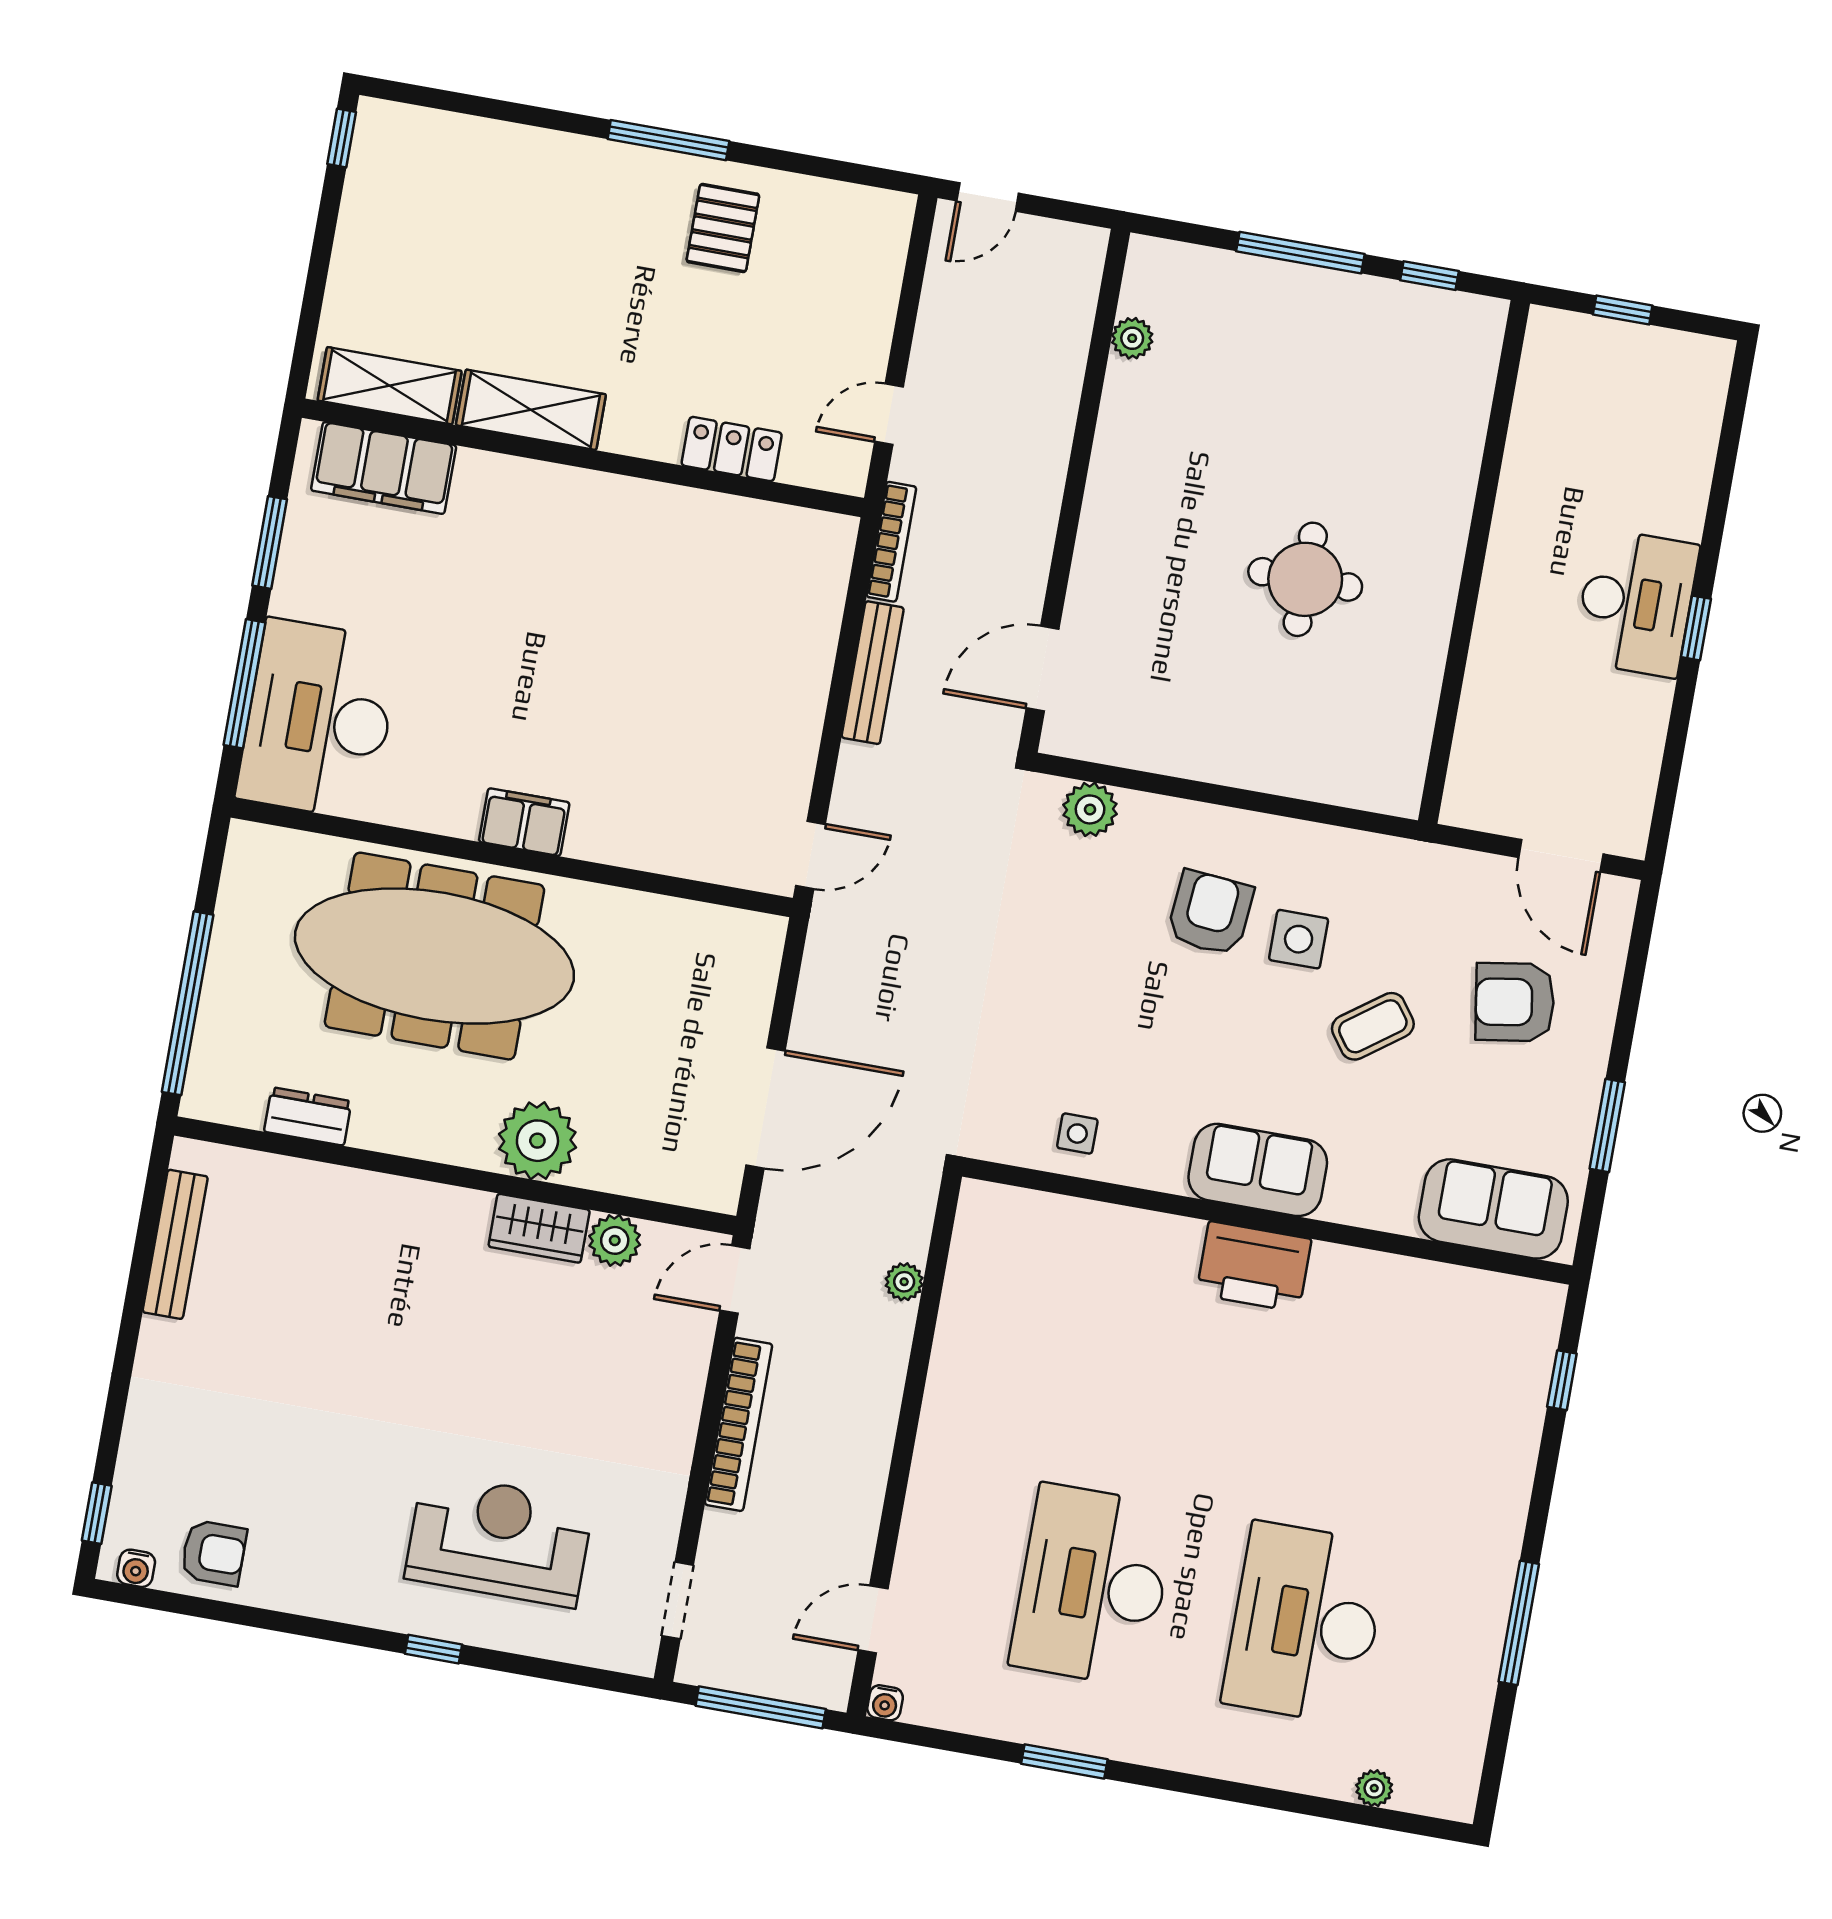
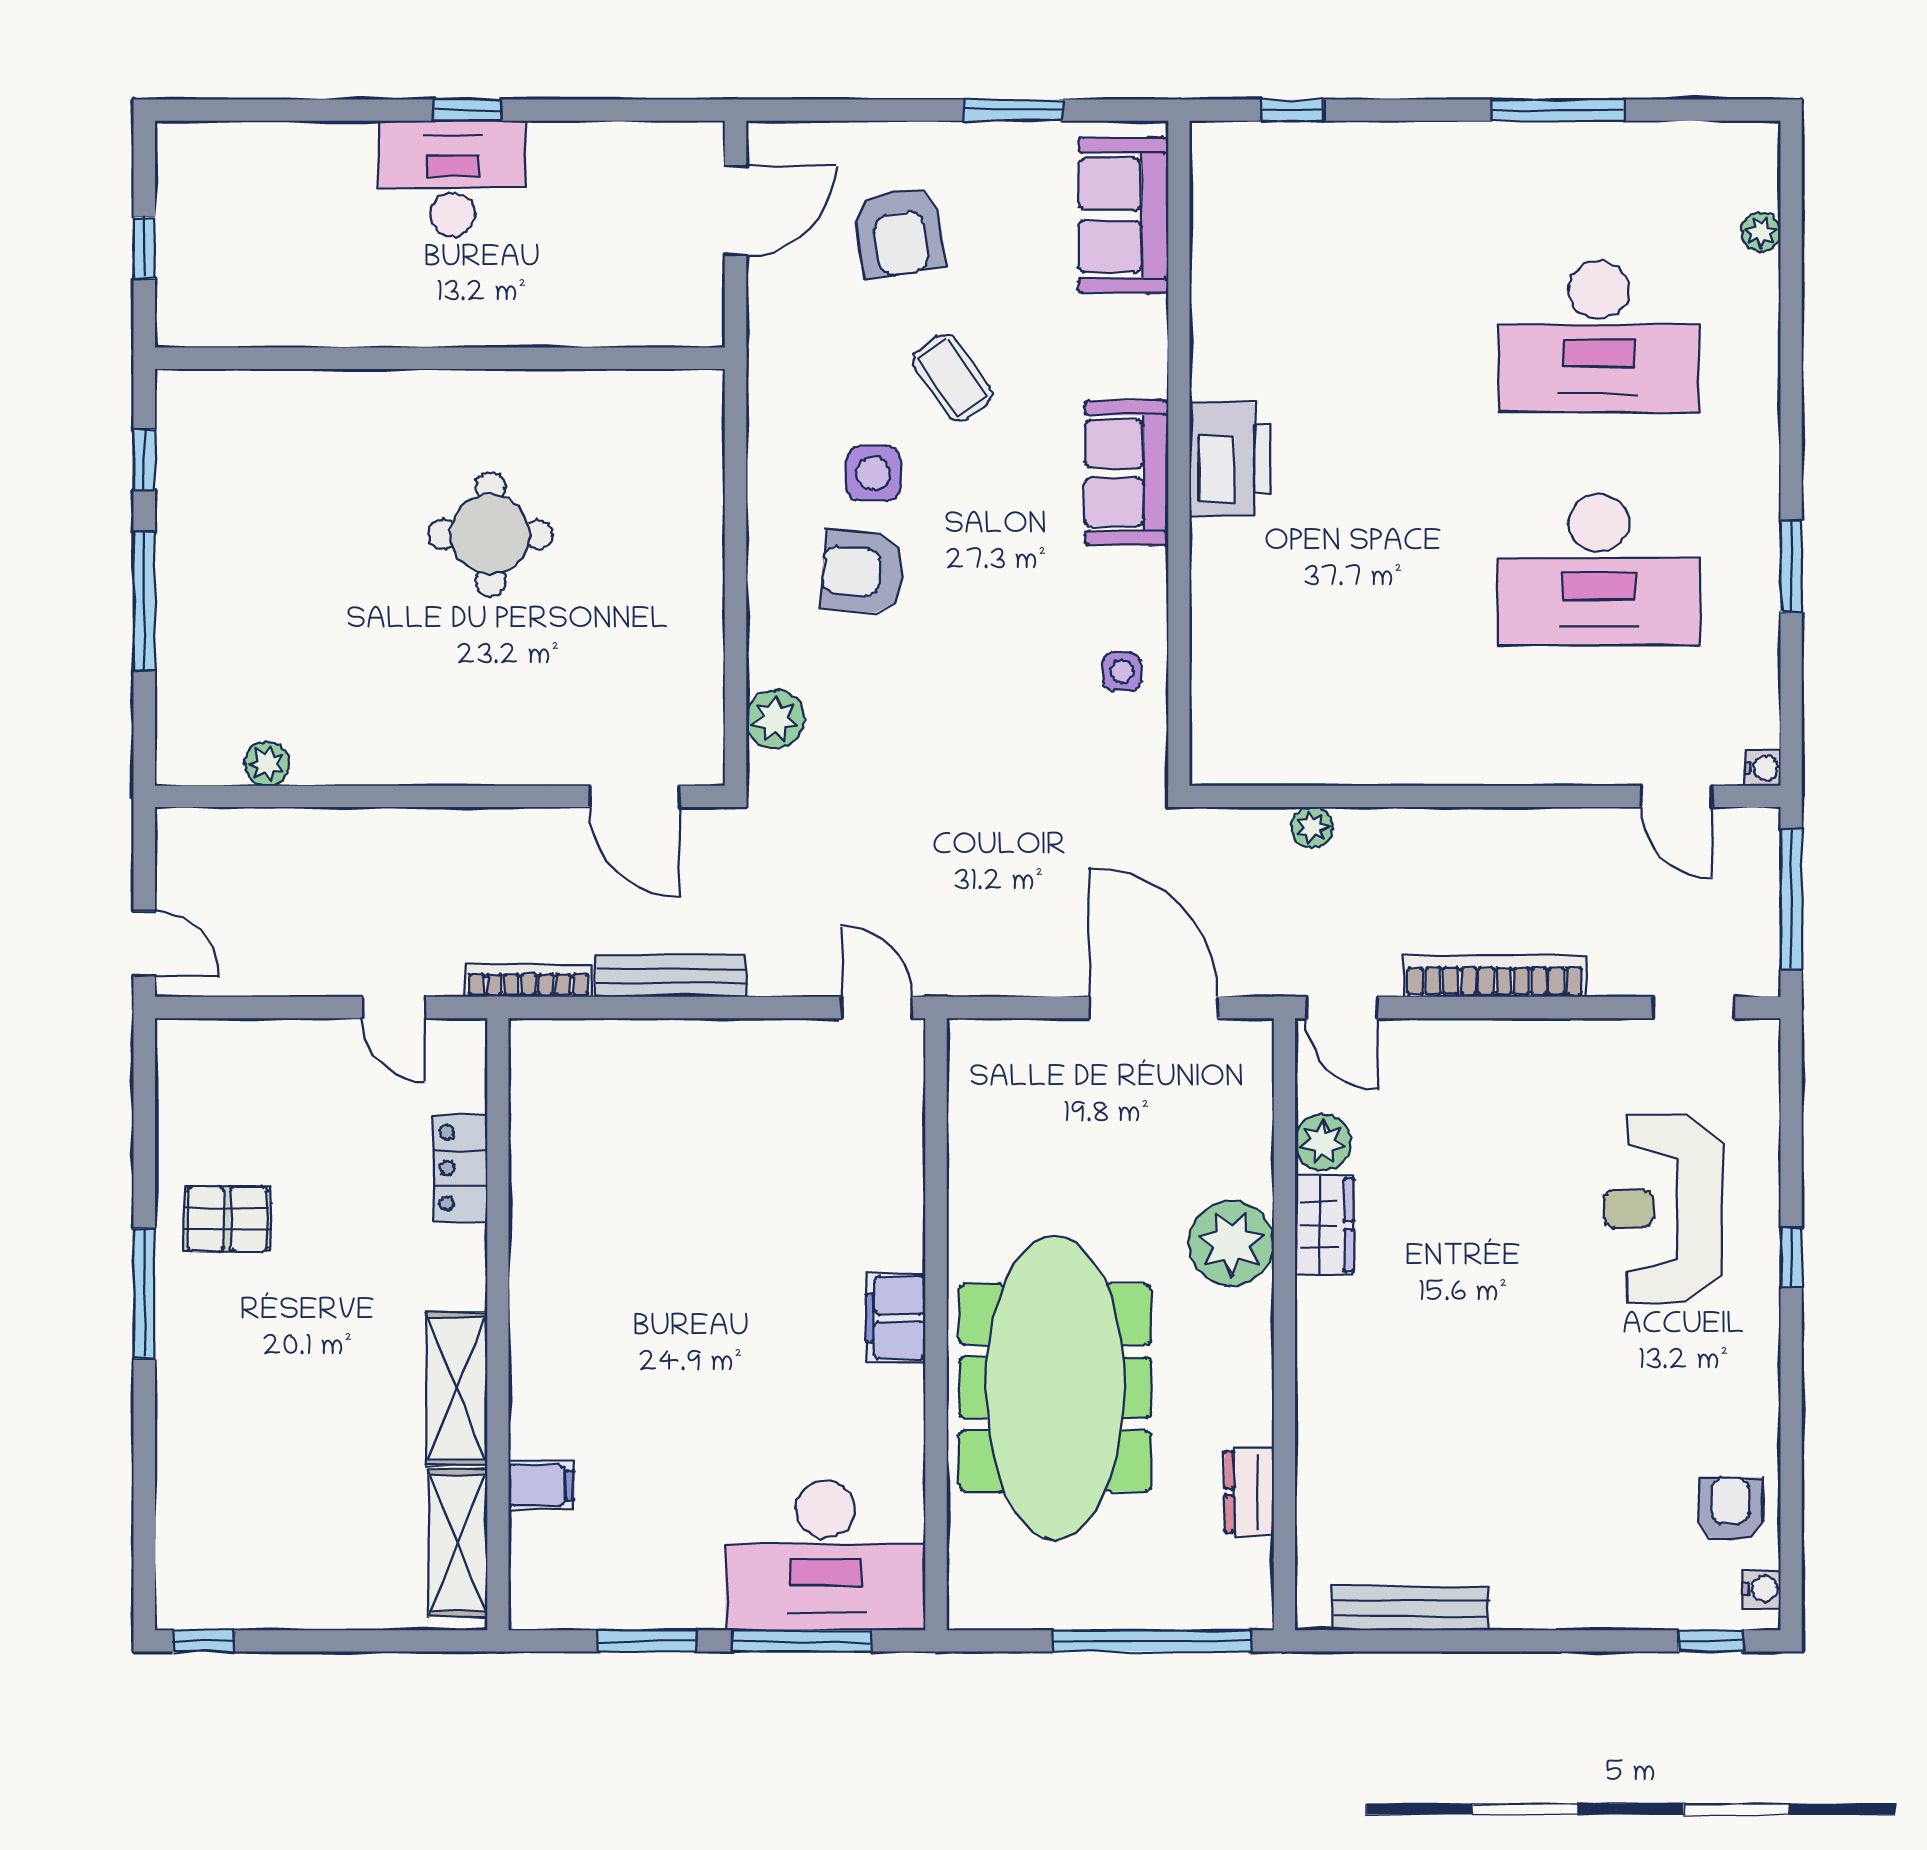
filing cabinet: (384, 468) -> (541, 1485), width x0.33, depth x0.86

